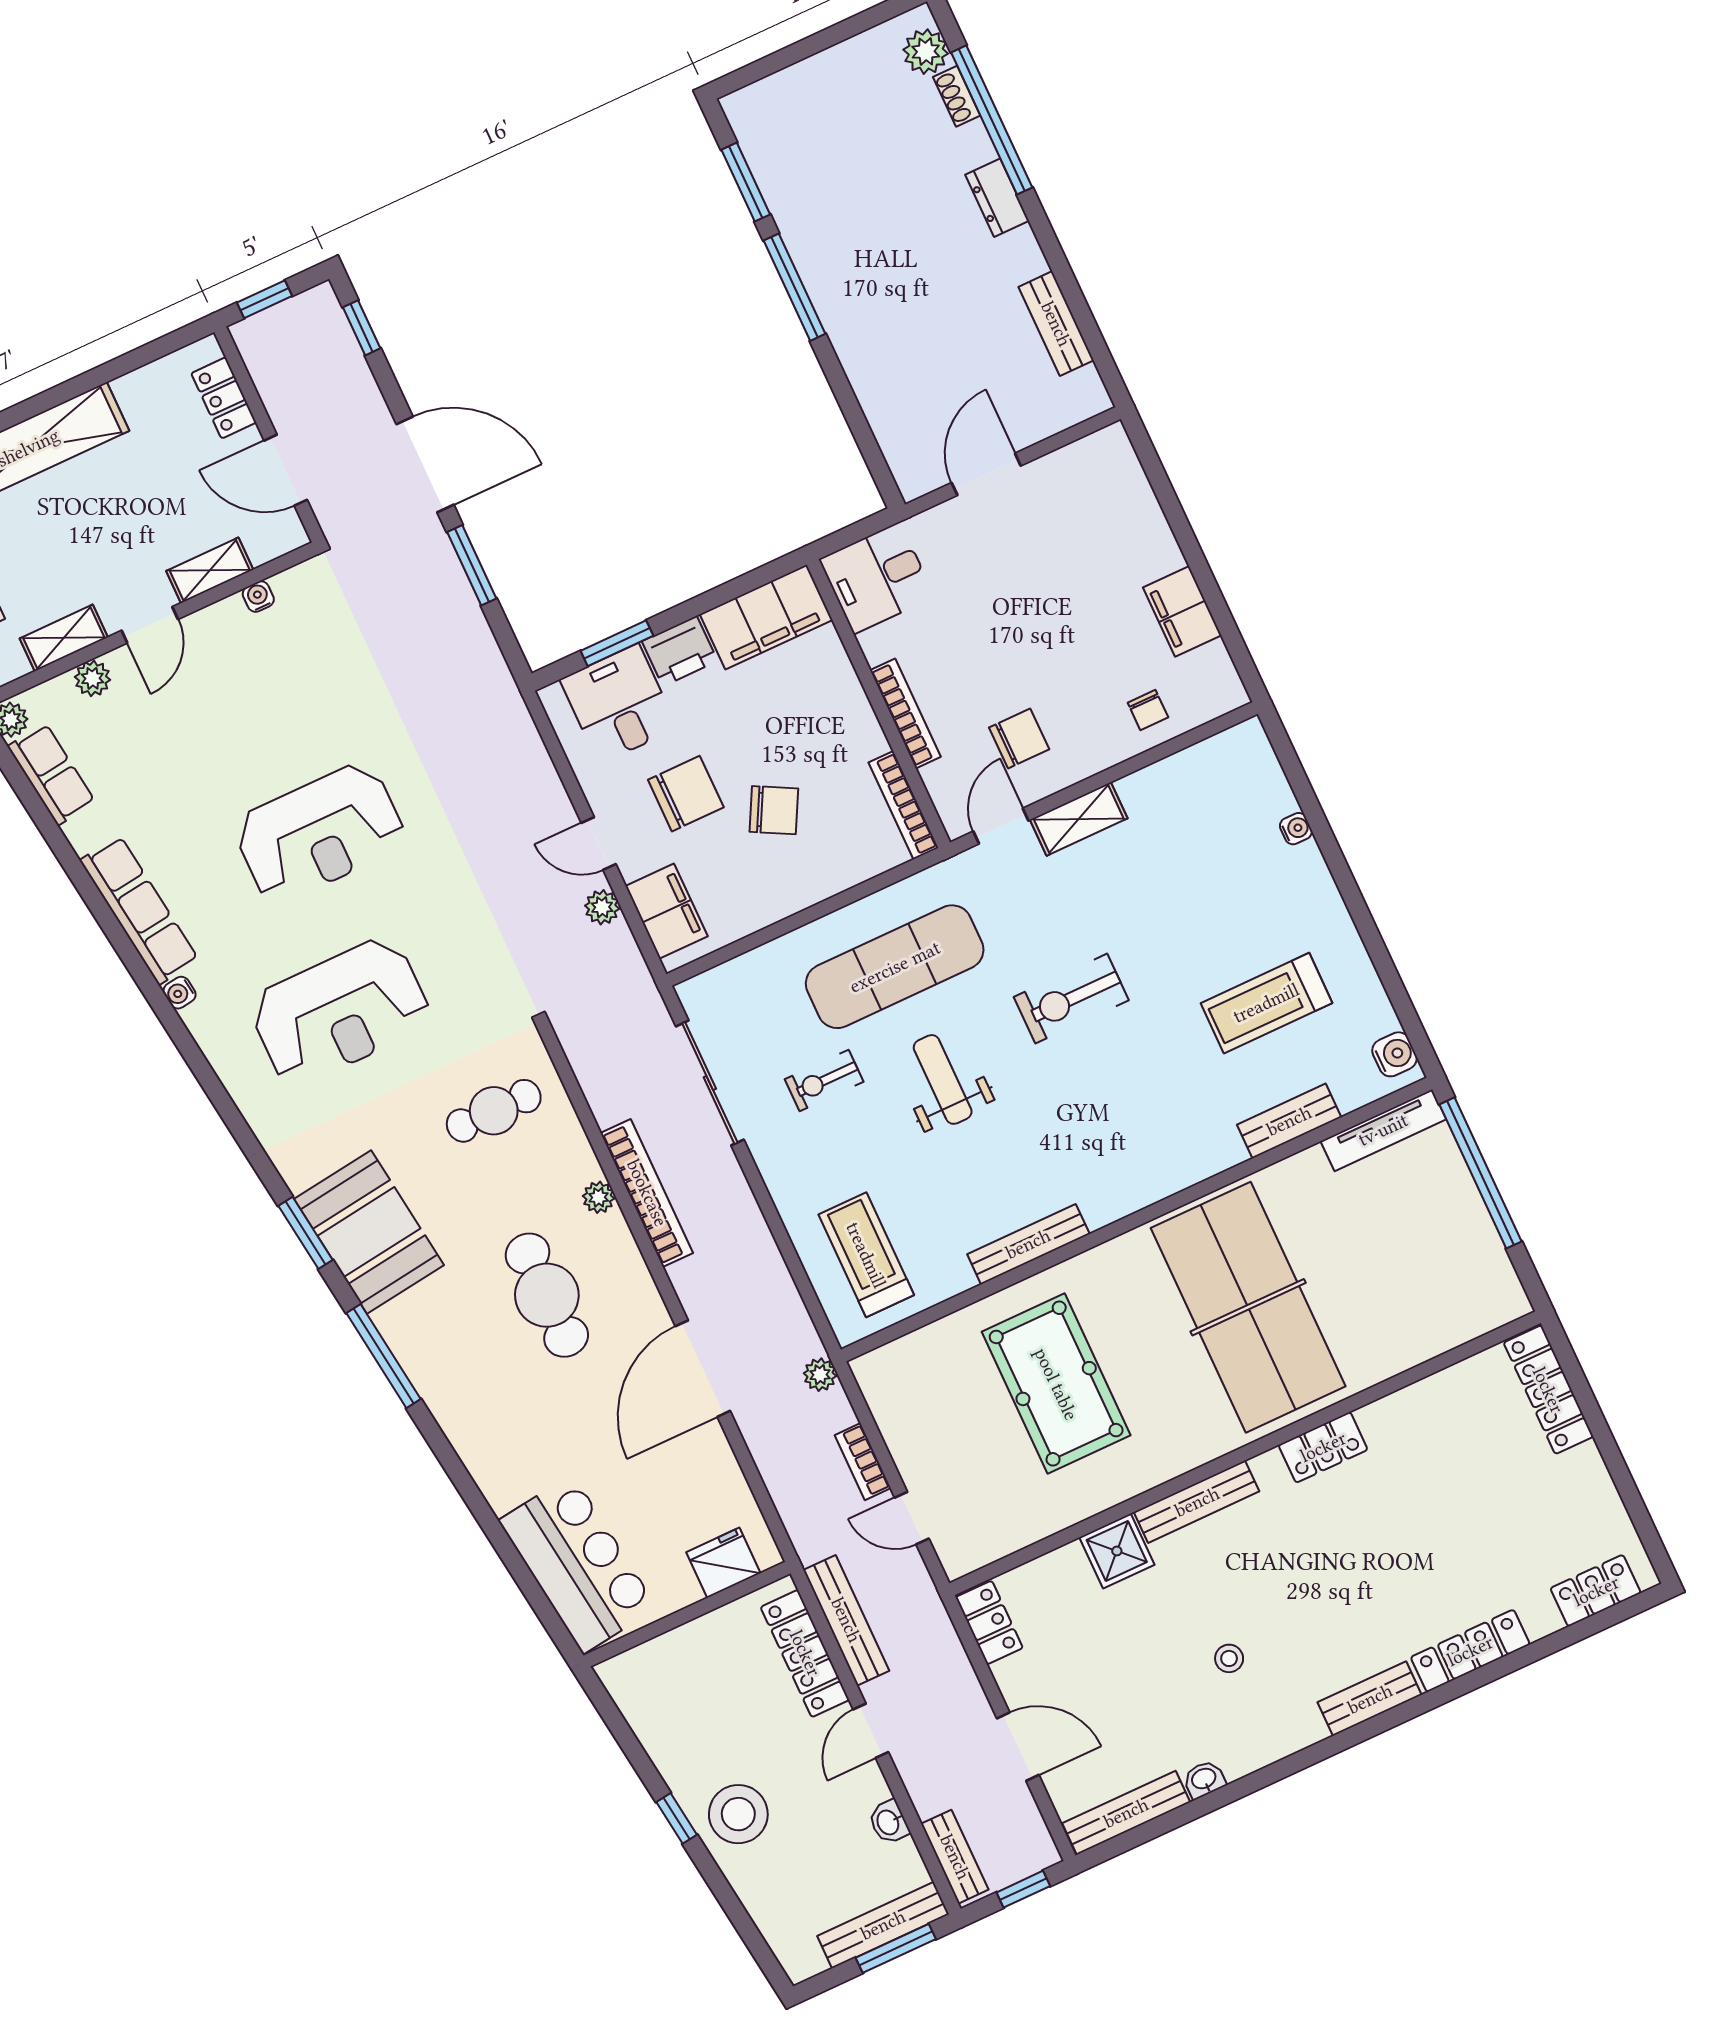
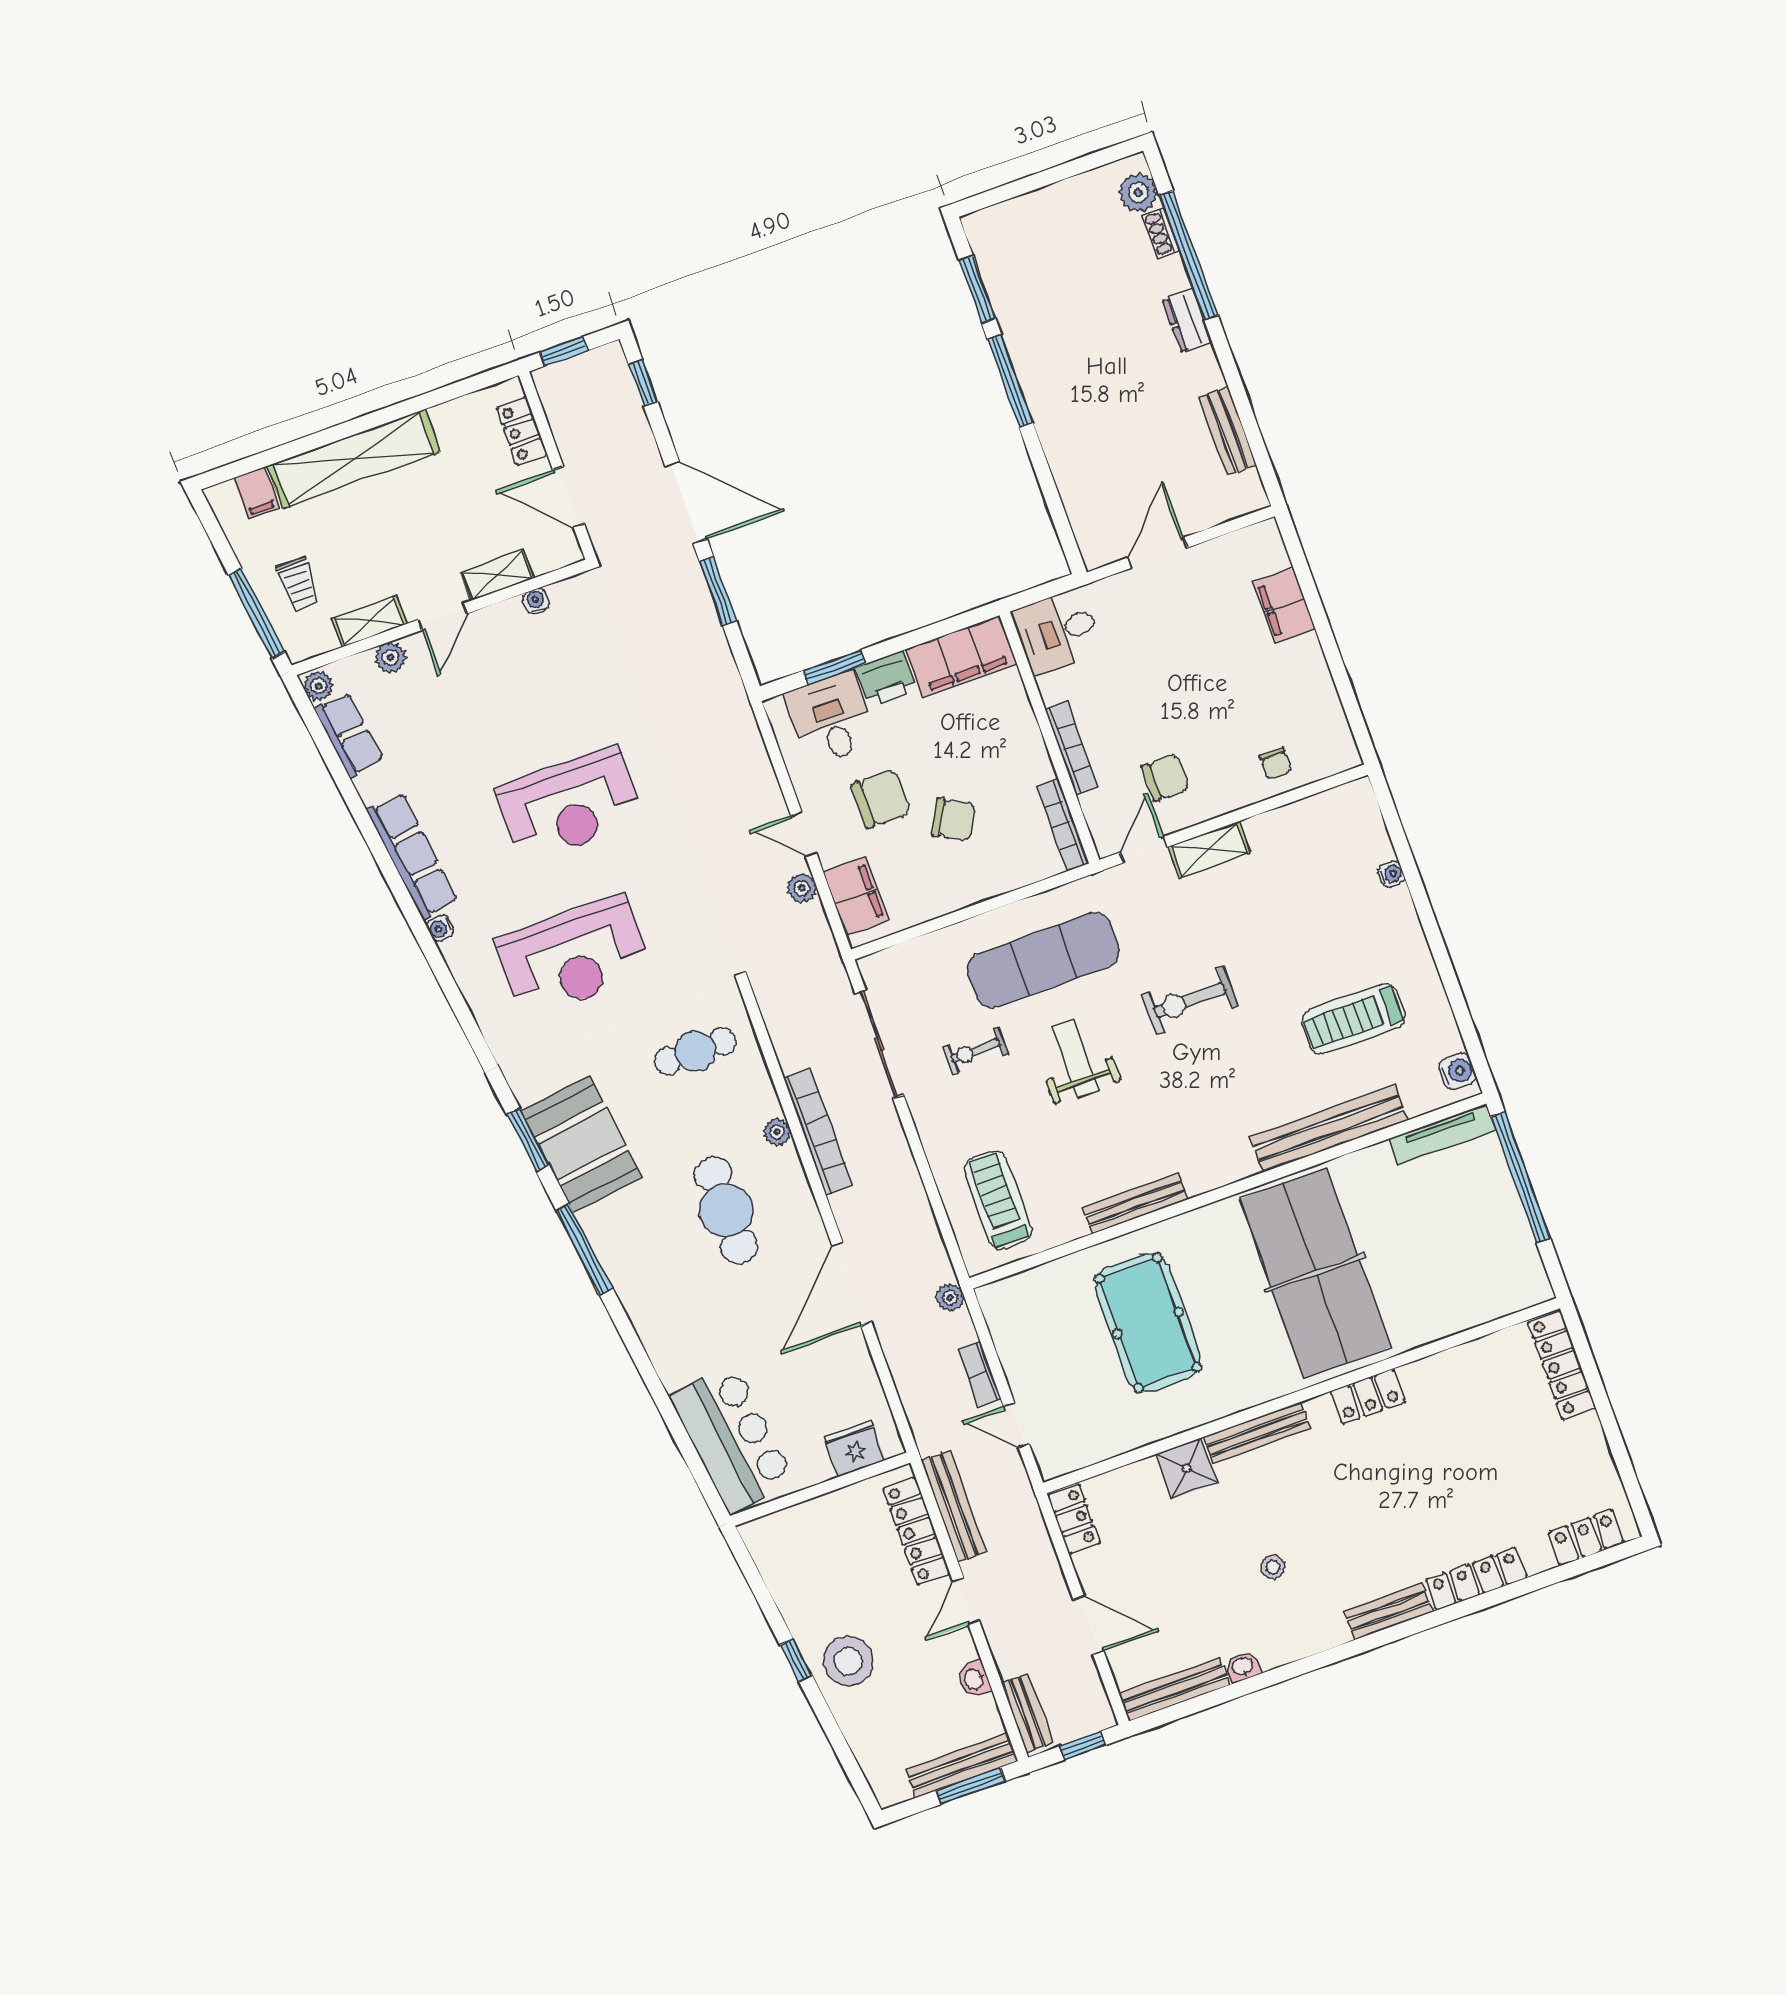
filing cabinet: (1182, 611) -> (1284, 605), moved
bench: (1289, 1121) -> (1329, 1128), width x1.86, depth x1.21

